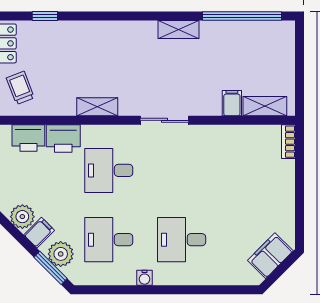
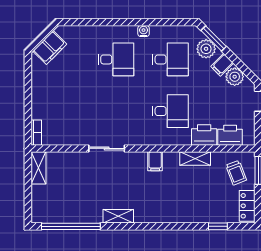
filing cabinet: (232, 103) -> (155, 161), moved
shelving: (265, 106) -> (38, 168), moved, turned 90
shelving: (97, 107) -> (195, 159), moved
sliding door: (164, 120) -> (107, 148), moved

